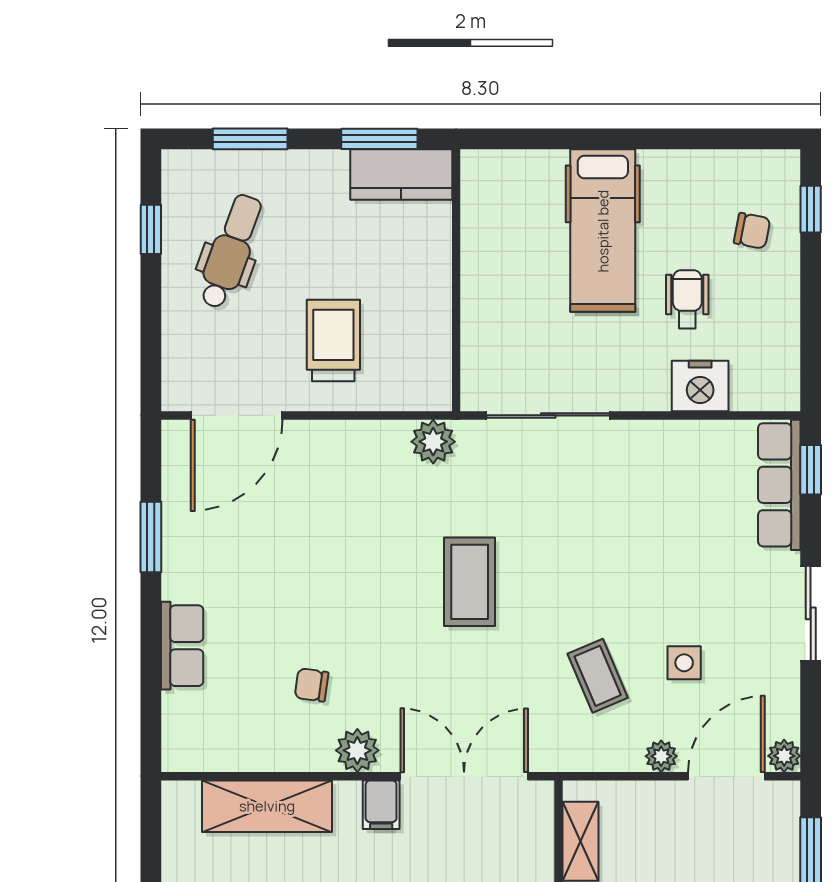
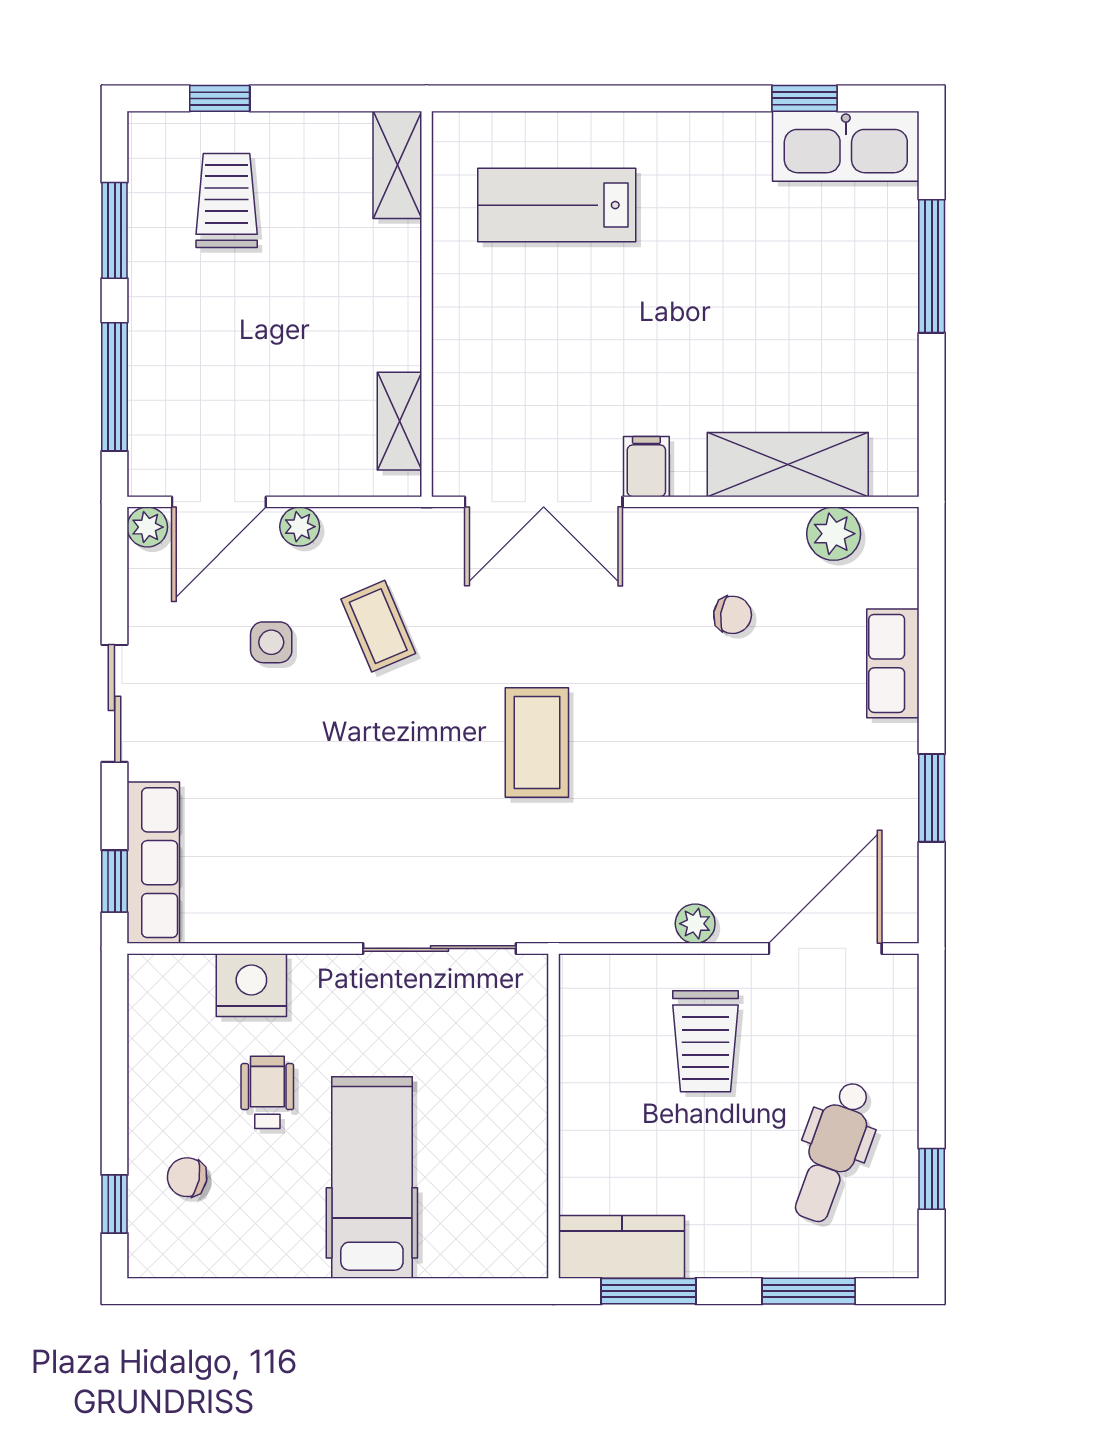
wheelchair: (687, 299) -> (267, 1092), turned 180
plant: (433, 442) -> (695, 924), moved, width x0.73, depth x0.73
plant: (357, 750) -> (834, 534), moved

